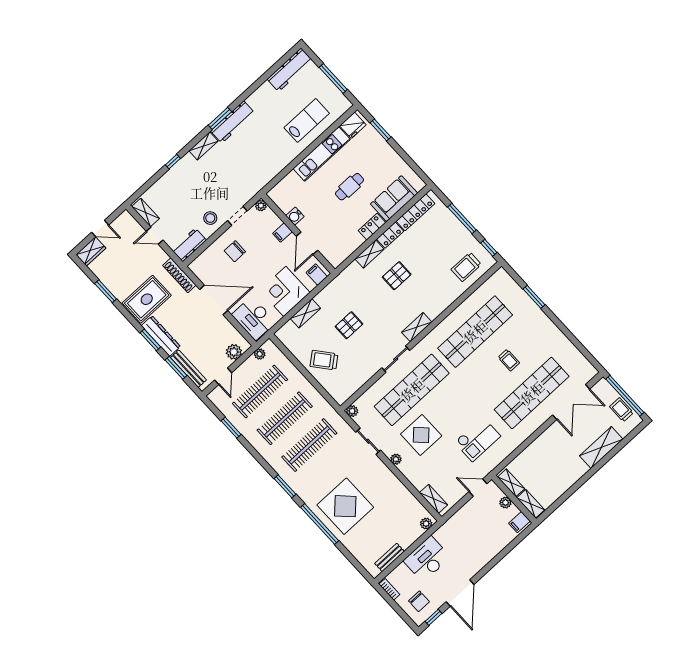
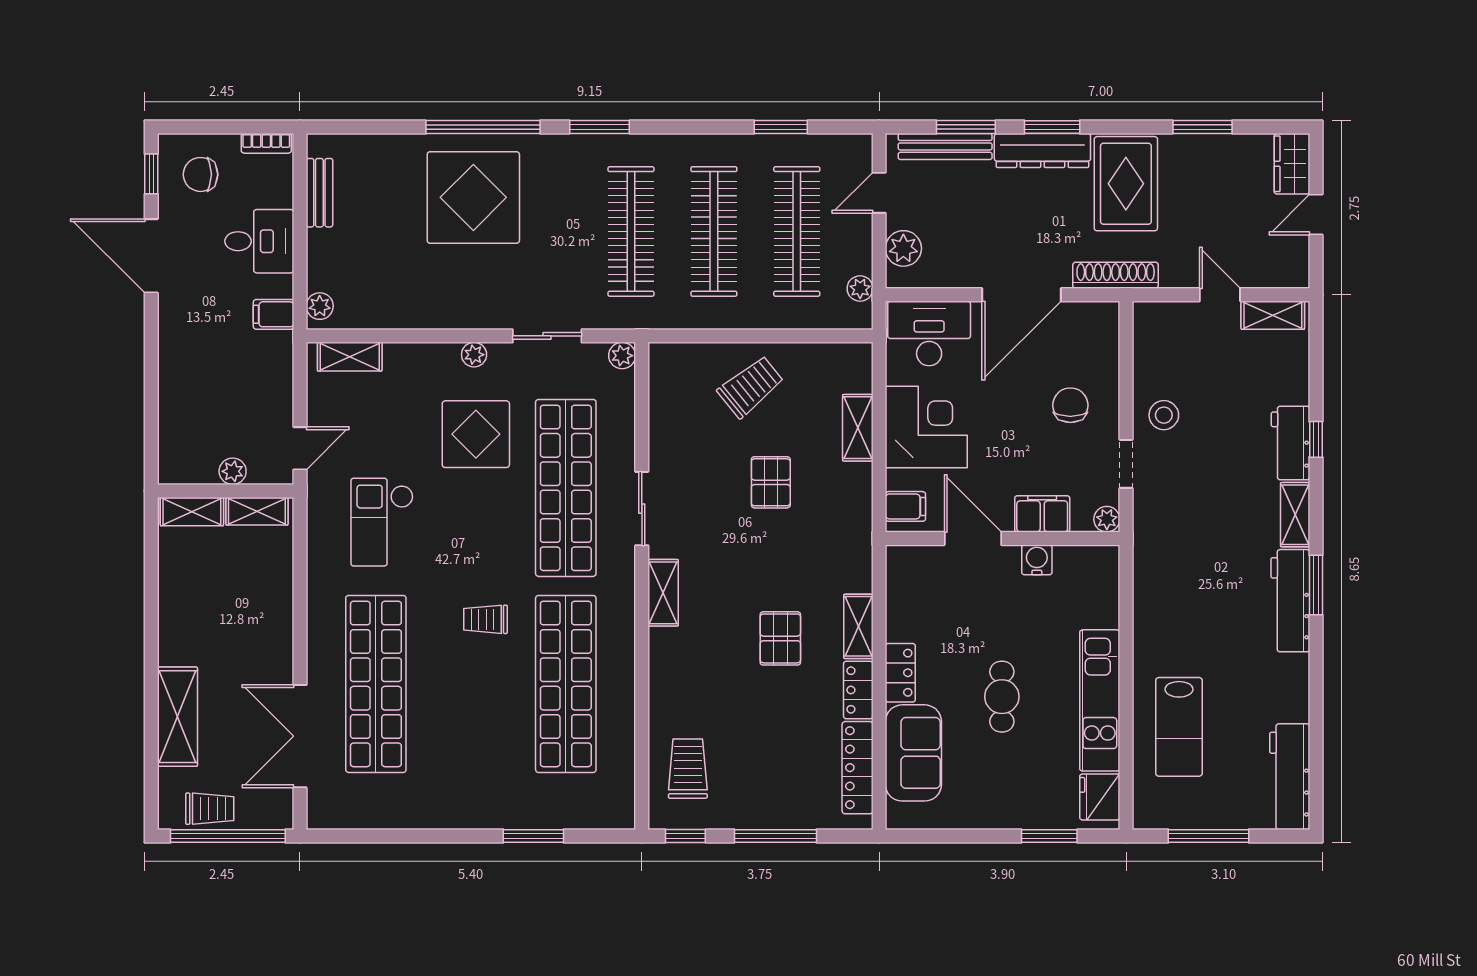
filing cabinet: (282, 232) -> (1042, 514), width x2.00
door: (155, 236) -> (1220, 295), hinge flipped
workbench: (189, 245) -> (1291, 443), moved, turned 180
trolley: (509, 360) -> (485, 619), moved
door: (223, 376) -> (879, 193), hinge flipped
filing cabinet: (519, 522) -> (274, 314), moved, turned -90
desk: (427, 559) -> (259, 241), width x0.73

